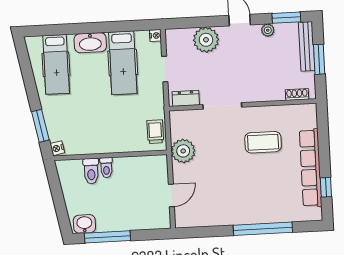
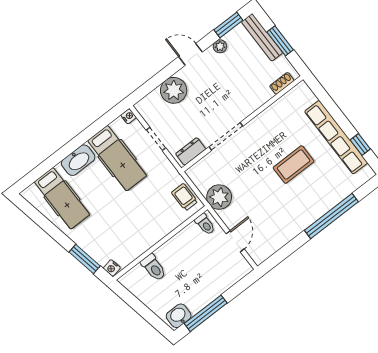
coffee table: (263, 142) -> (294, 165), moved
toilet: (106, 168) -> (205, 224), moved

